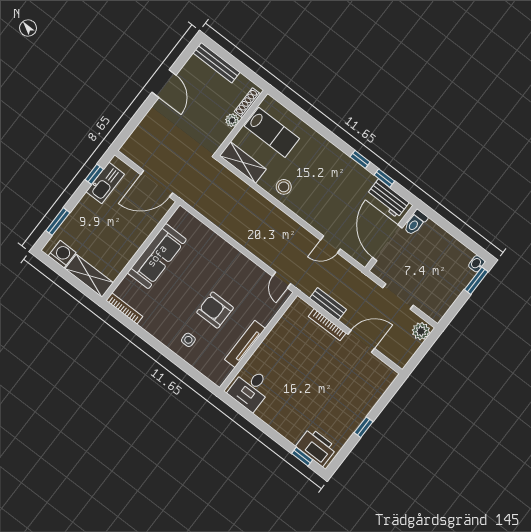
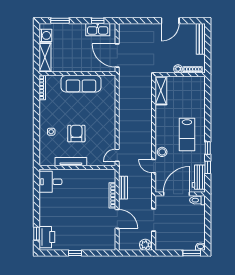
lab bench: (272, 132) -> (187, 135), moved
stool: (284, 187) -> (162, 152), moved

